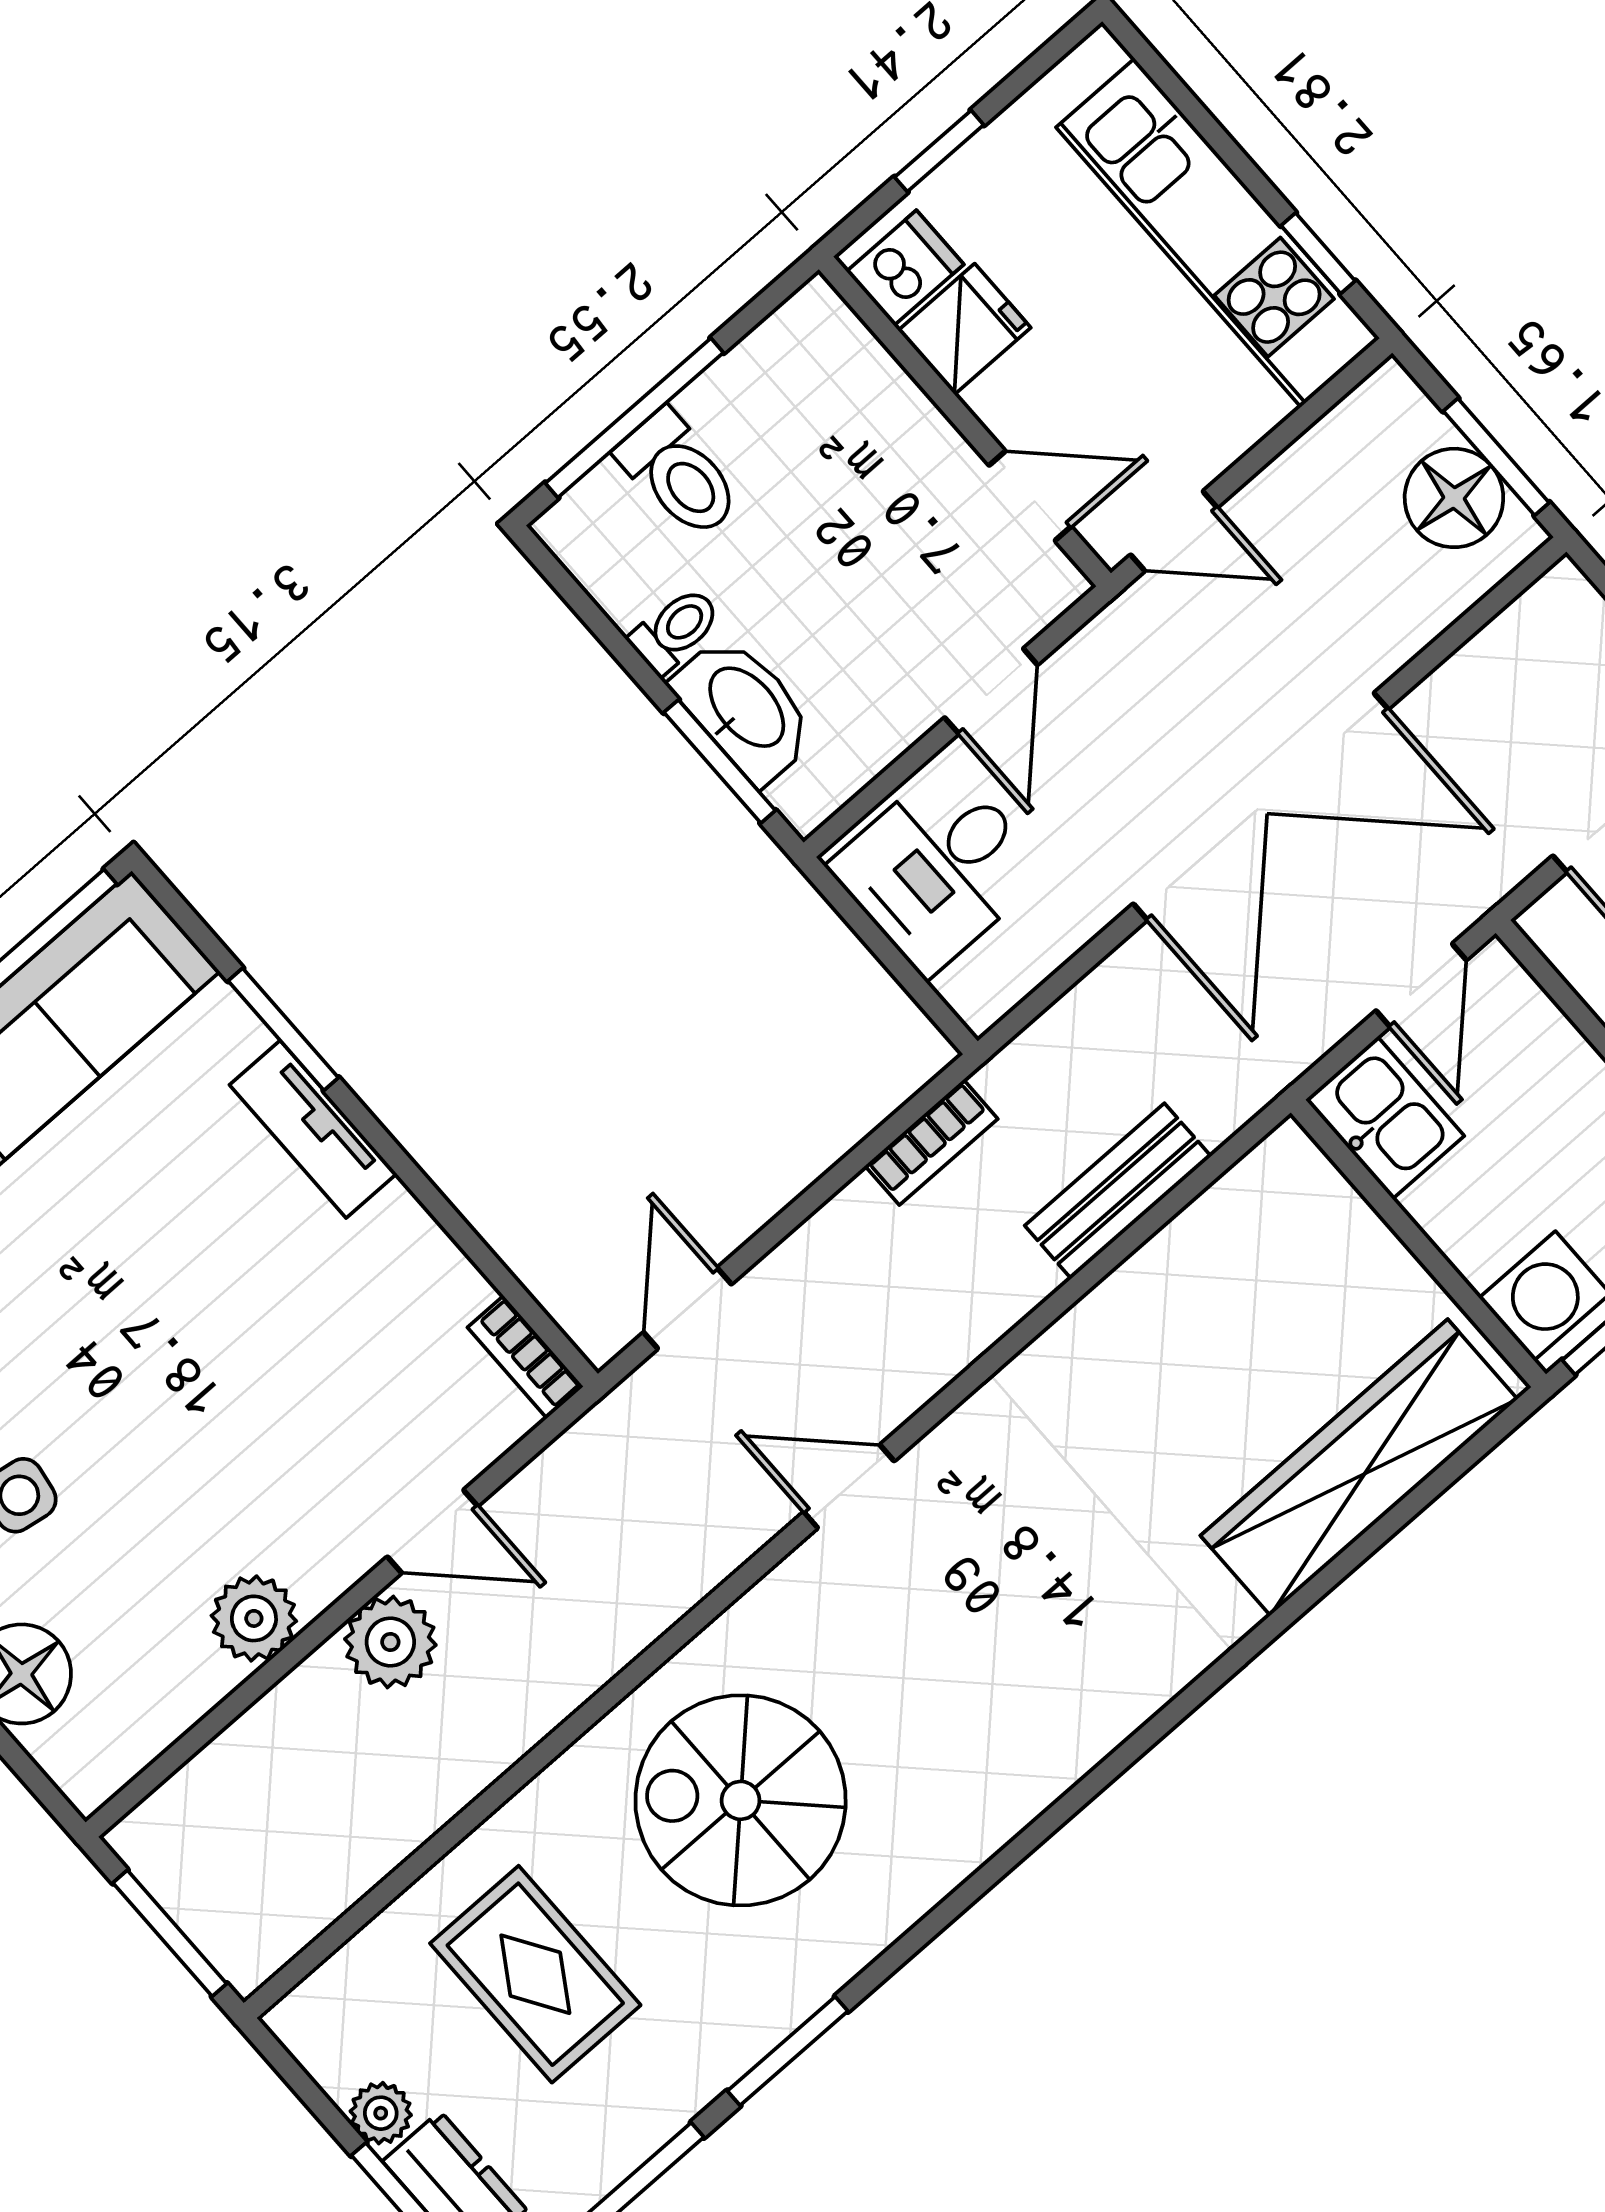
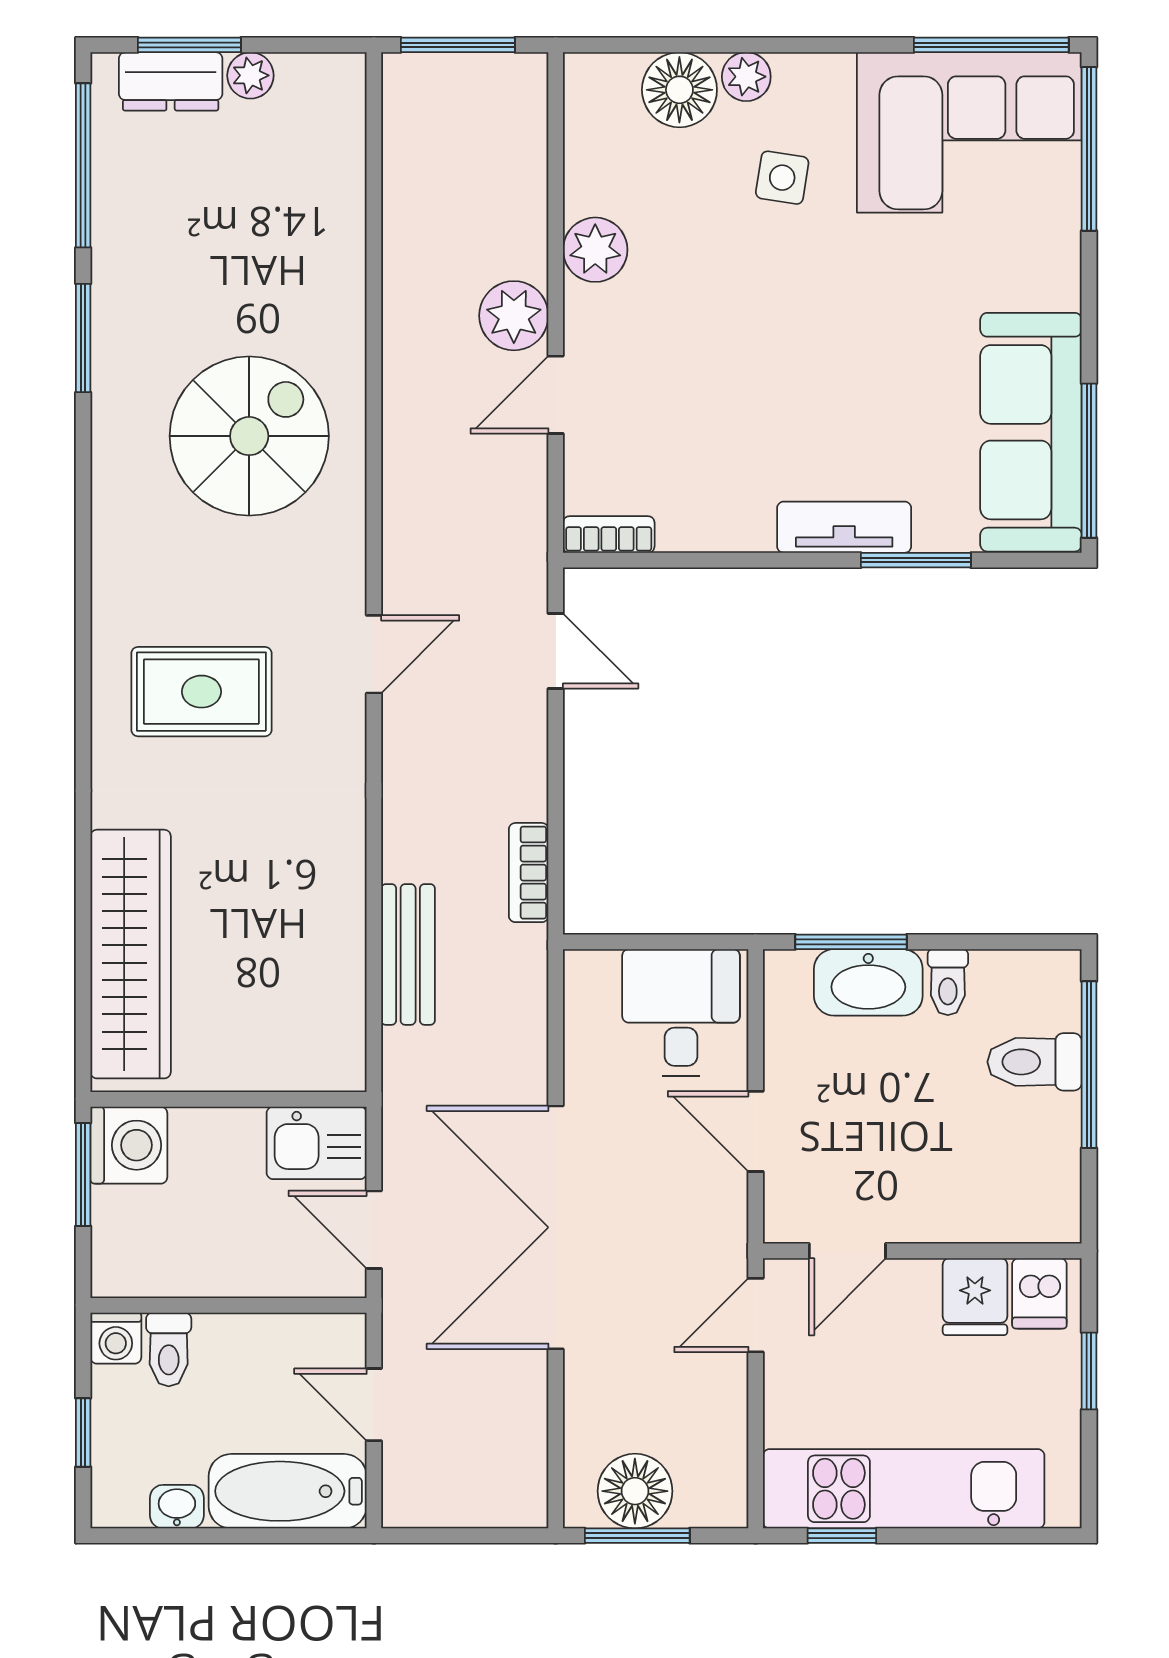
rug: (535, 1974) -> (201, 692), moved

